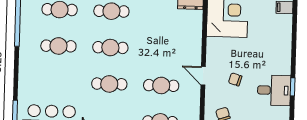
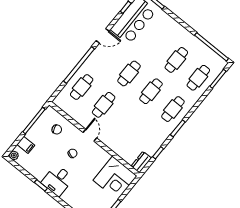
door: (203, 76) -> (90, 135), hinge flipped
desk: (274, 90) -> (57, 180), moved

